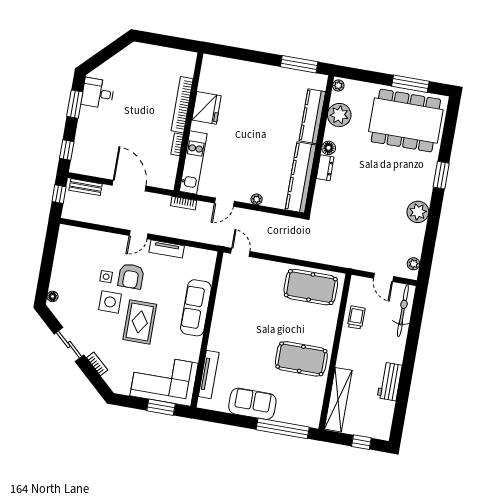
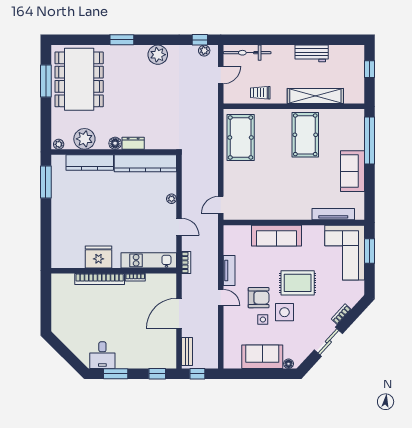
window: (426, 261) -> (200, 40), added
sofa: (65, 269) -> (262, 357), added
shelving: (338, 400) -> (315, 96), moved

